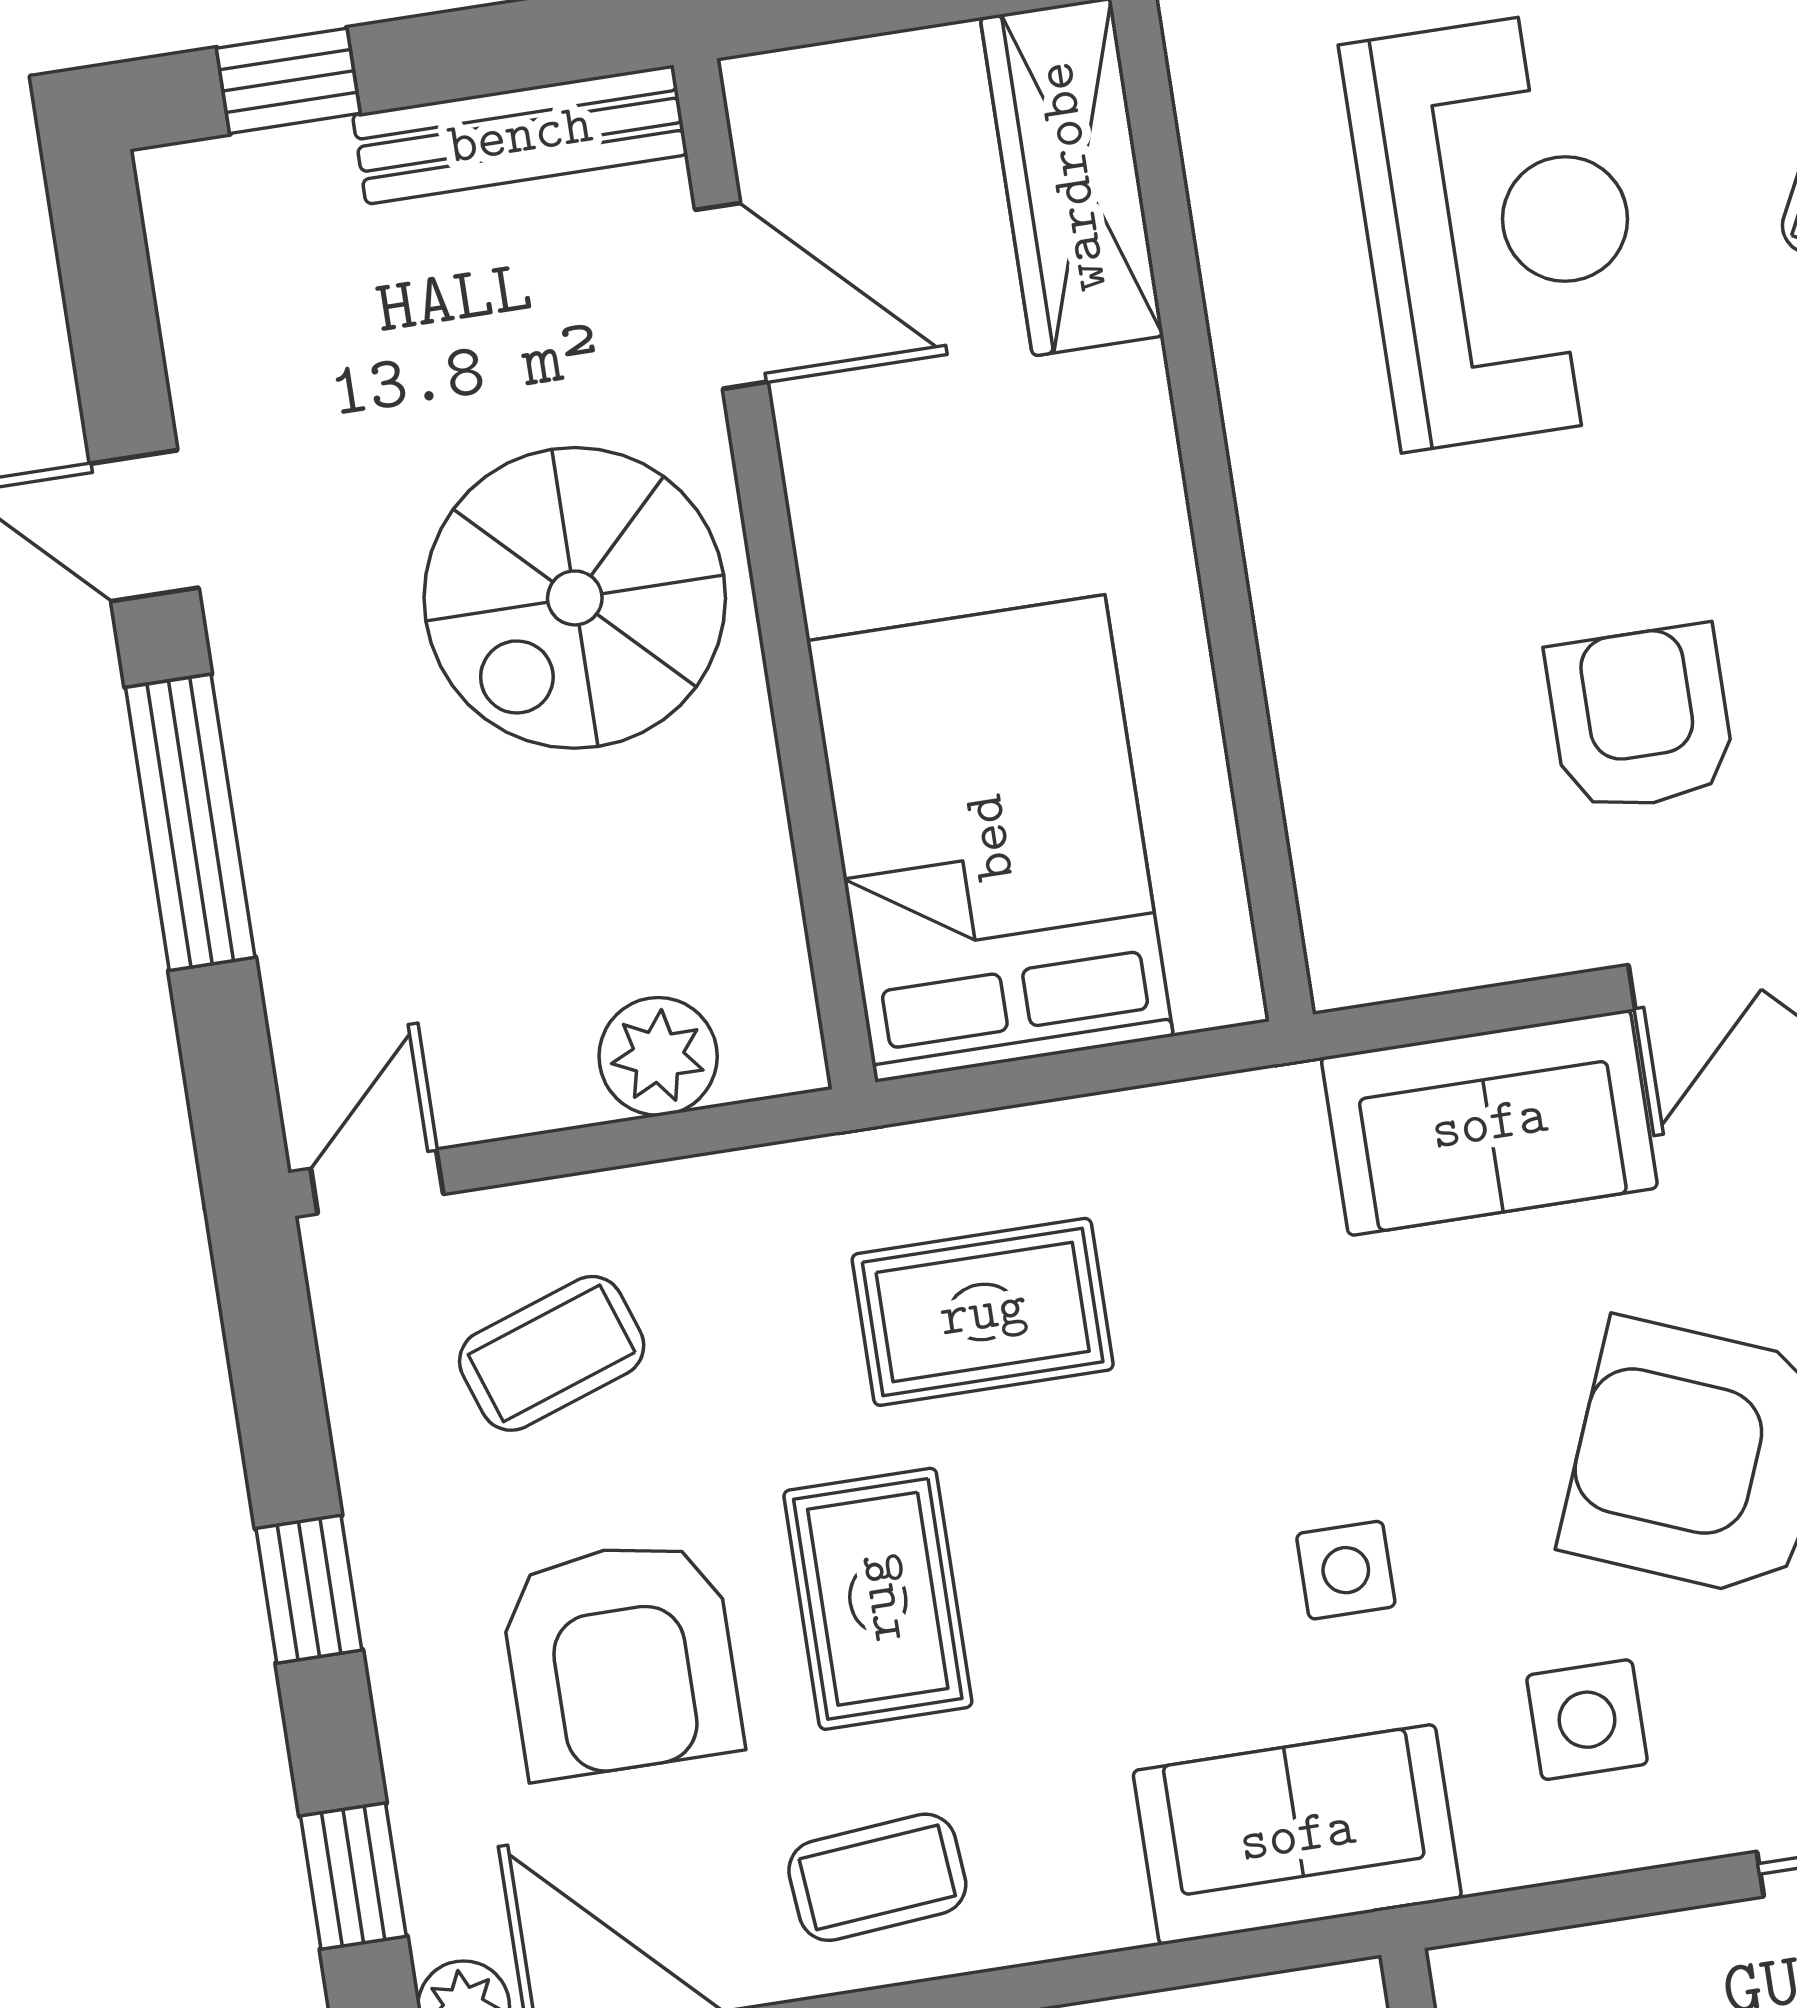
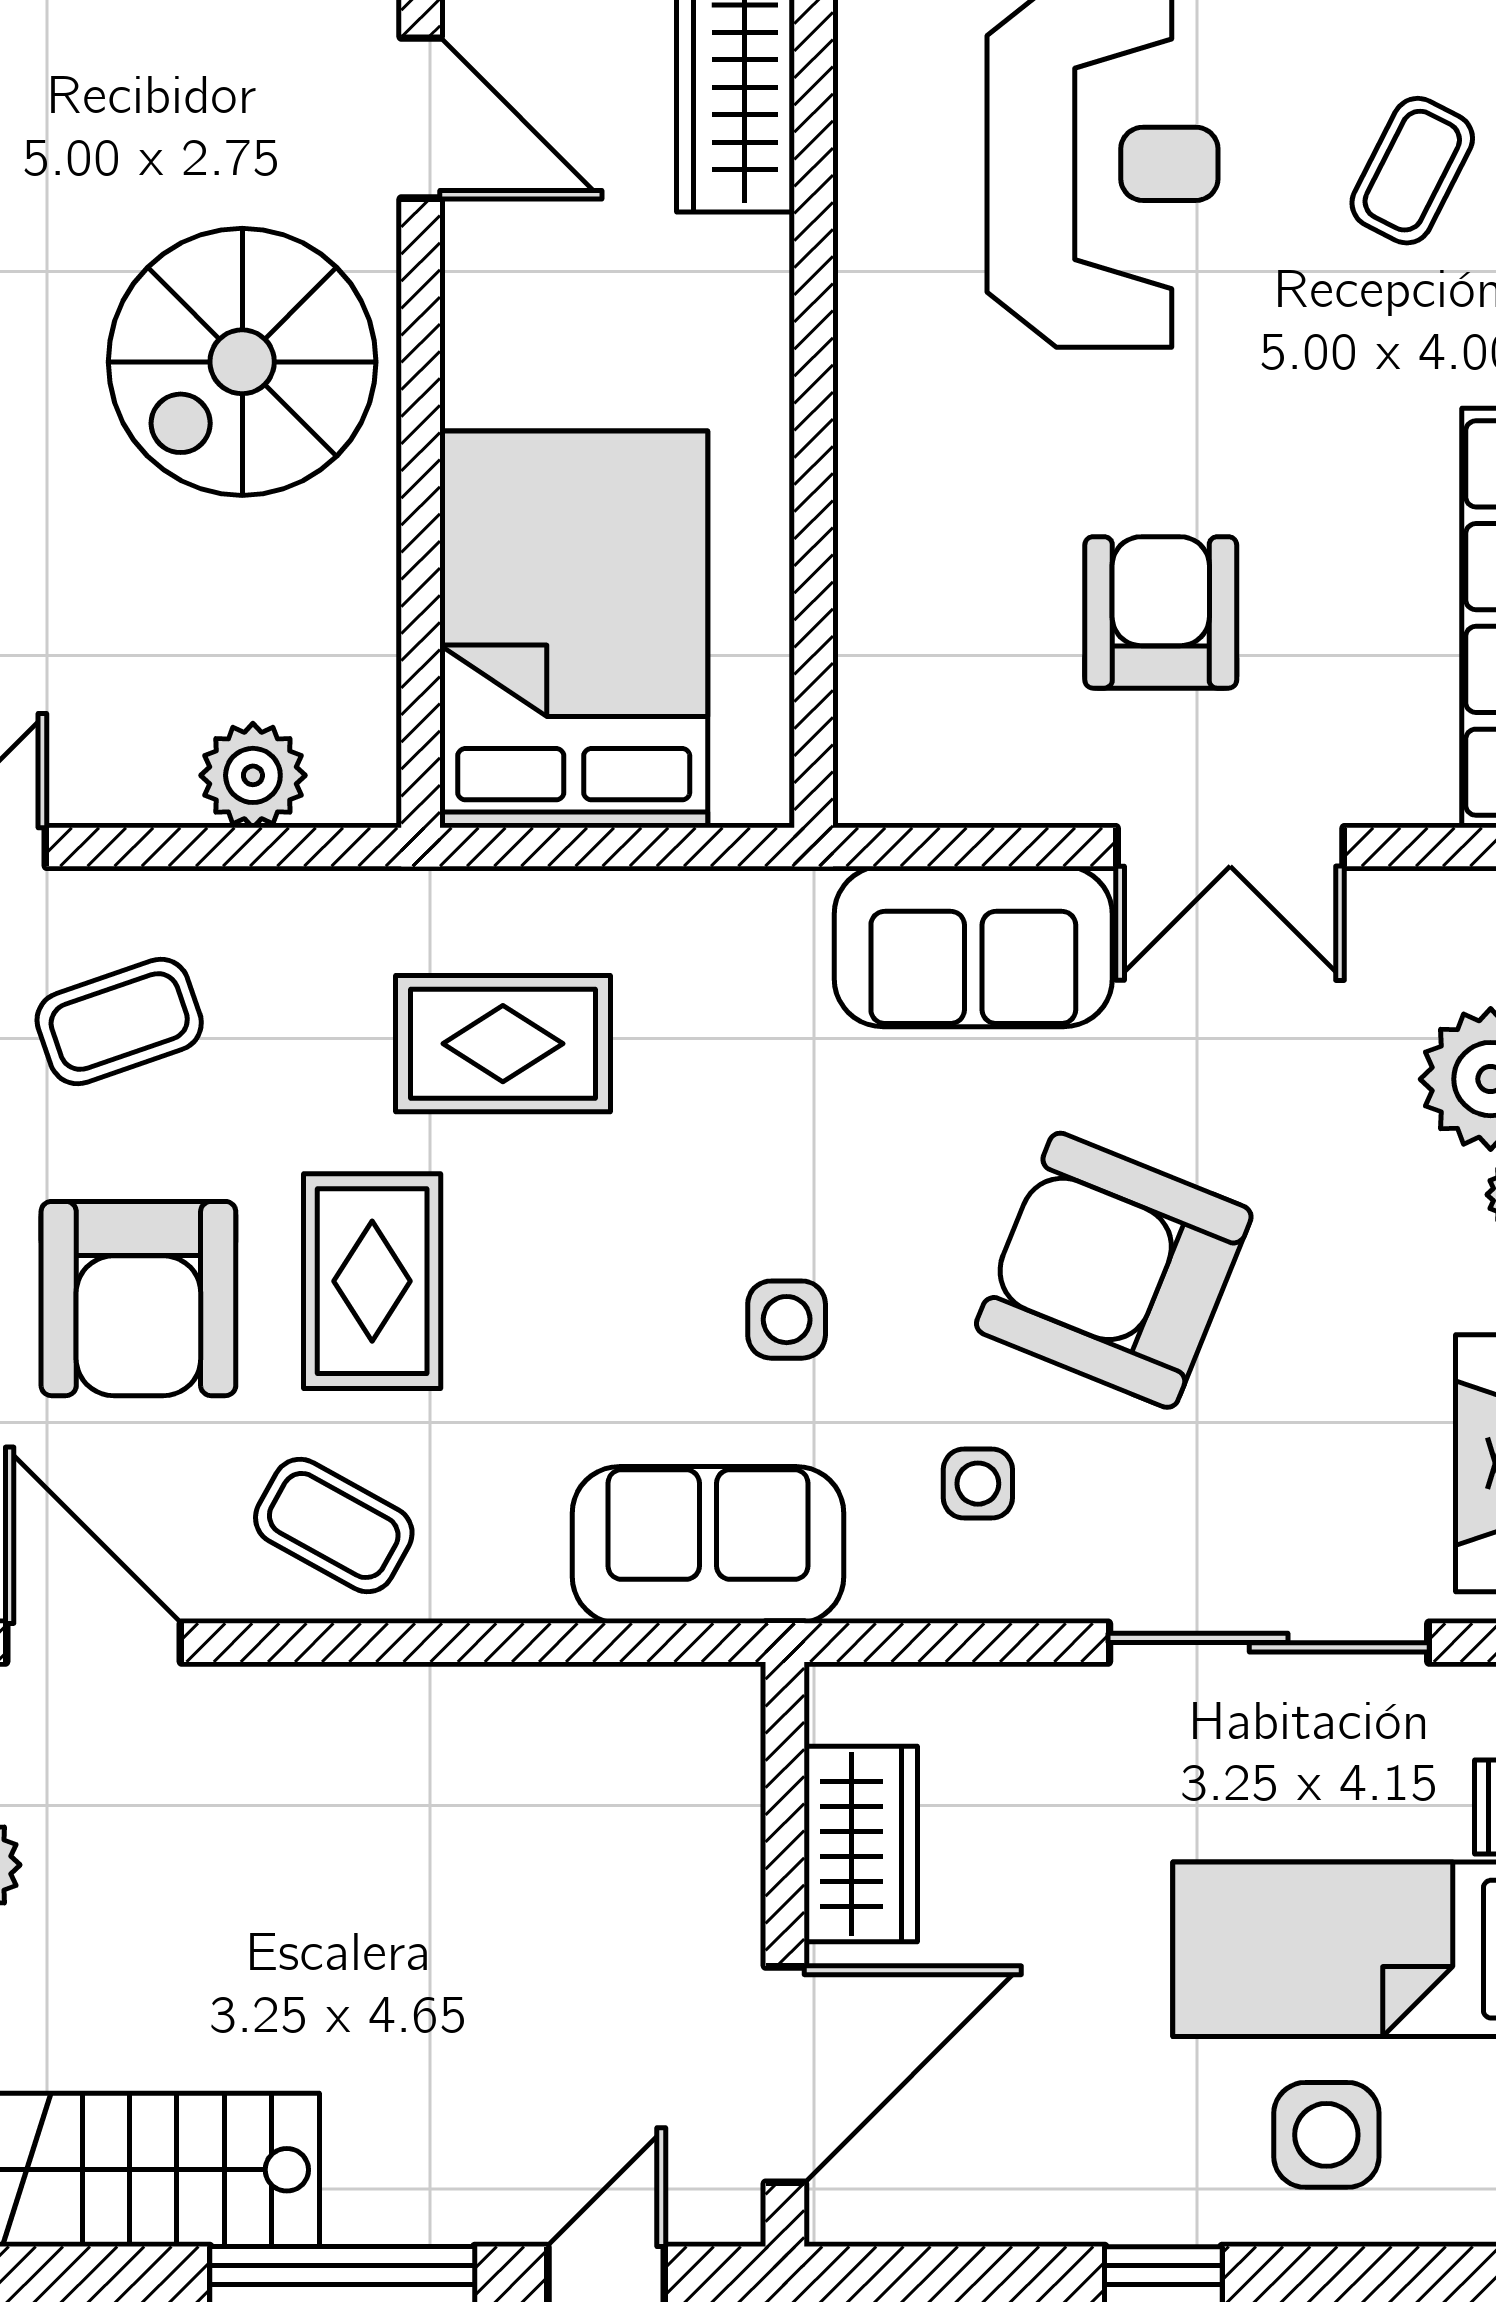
side table: (1587, 1720) -> (978, 1484), width x0.73, depth x0.73
coffee table: (877, 1877) -> (334, 1525), turned 34

